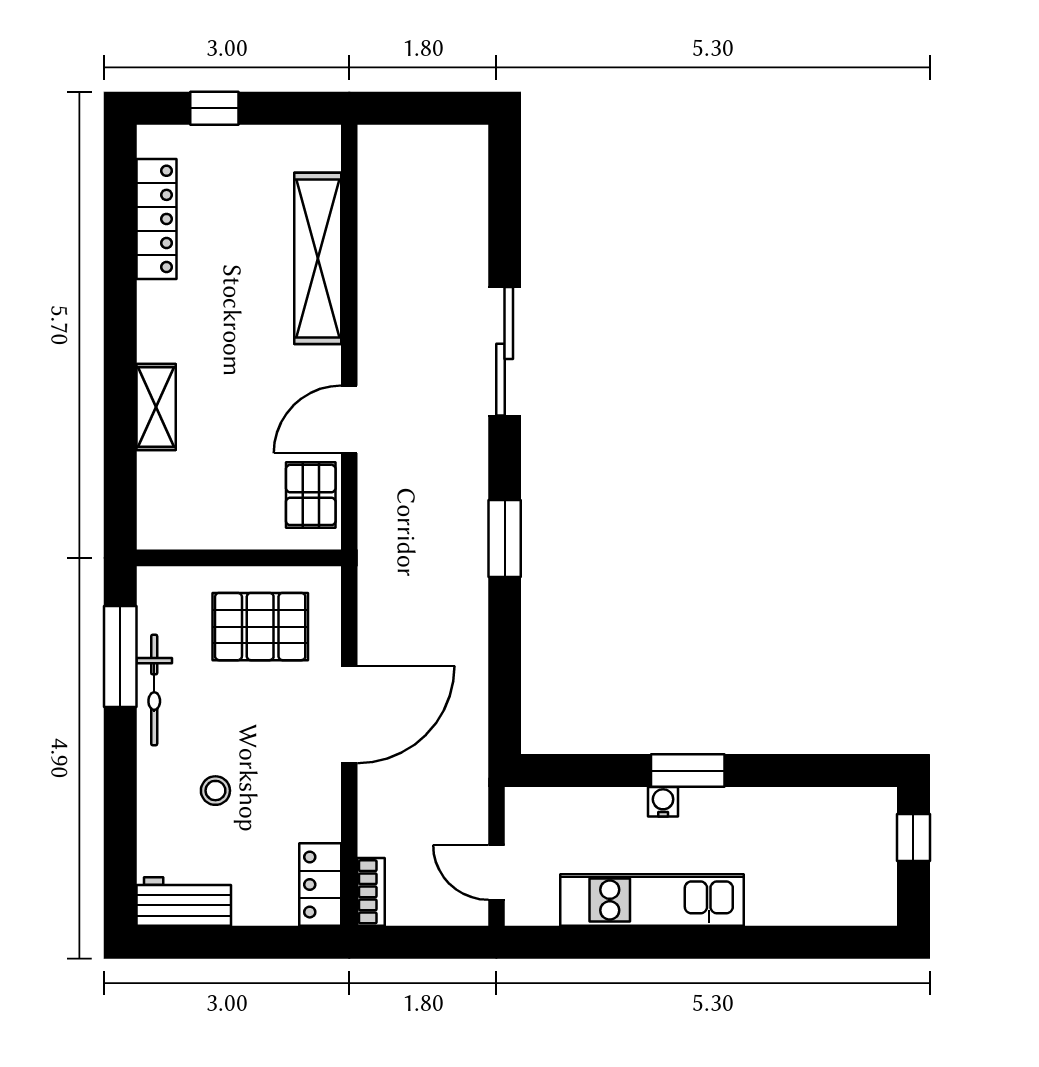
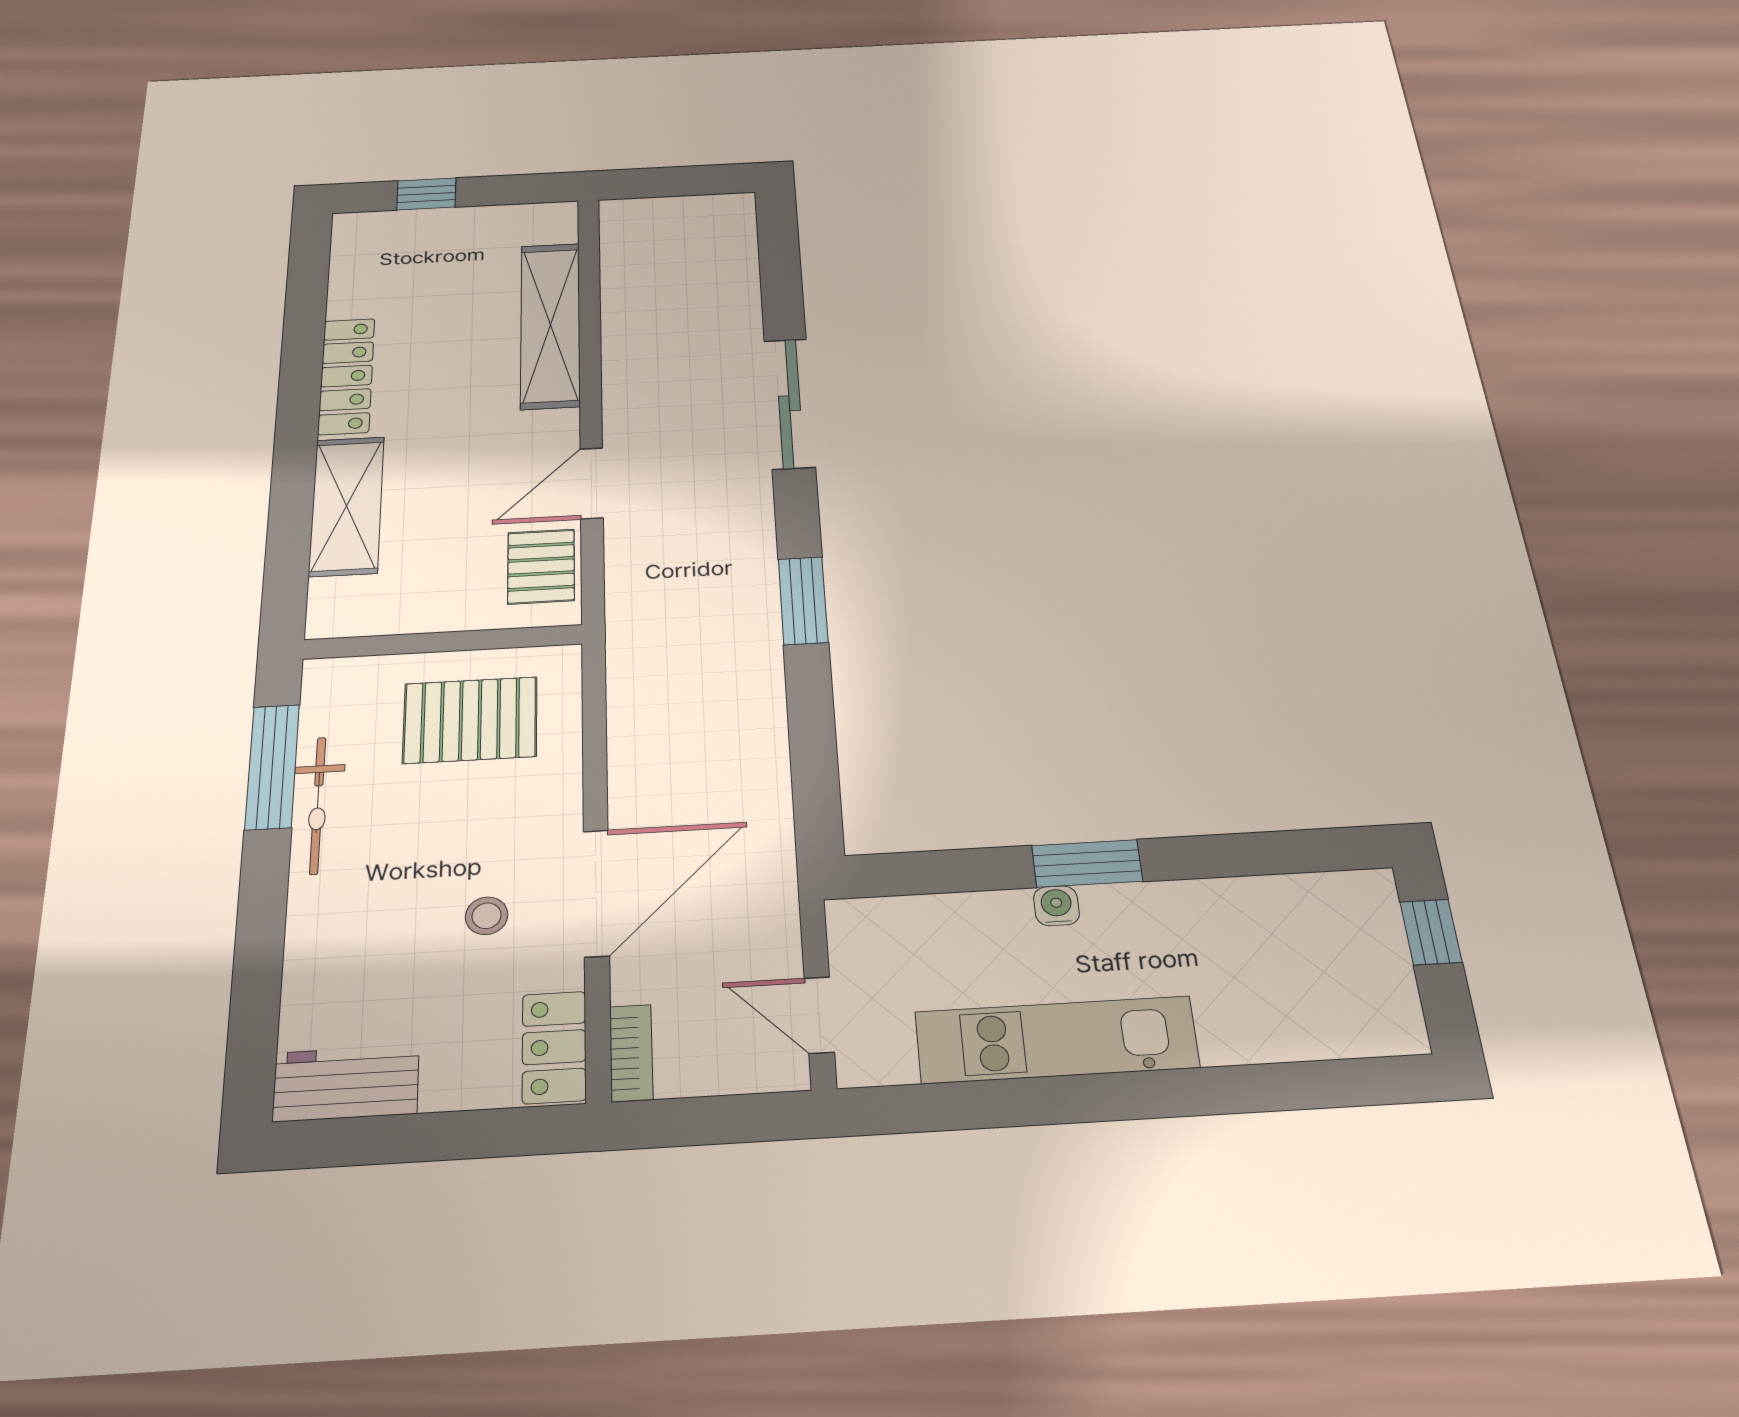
locker: (157, 219) -> (346, 376), moved
shelving: (156, 407) -> (347, 506), width x1.50, depth x1.33
door: (349, 714) -> (596, 893), moved
stool: (215, 791) -> (487, 916), moved

